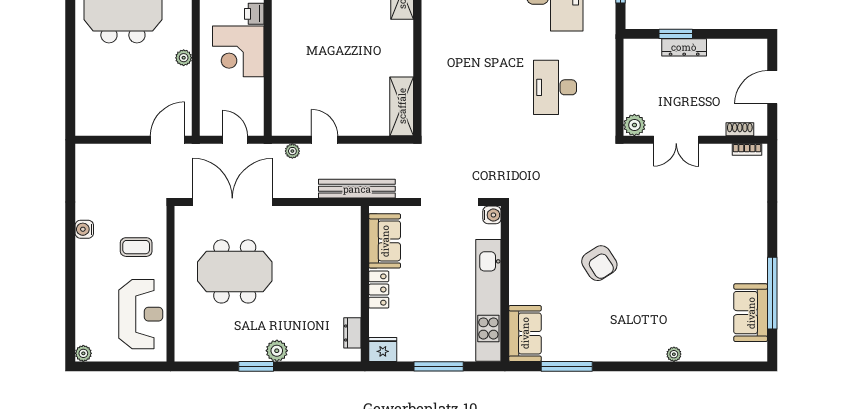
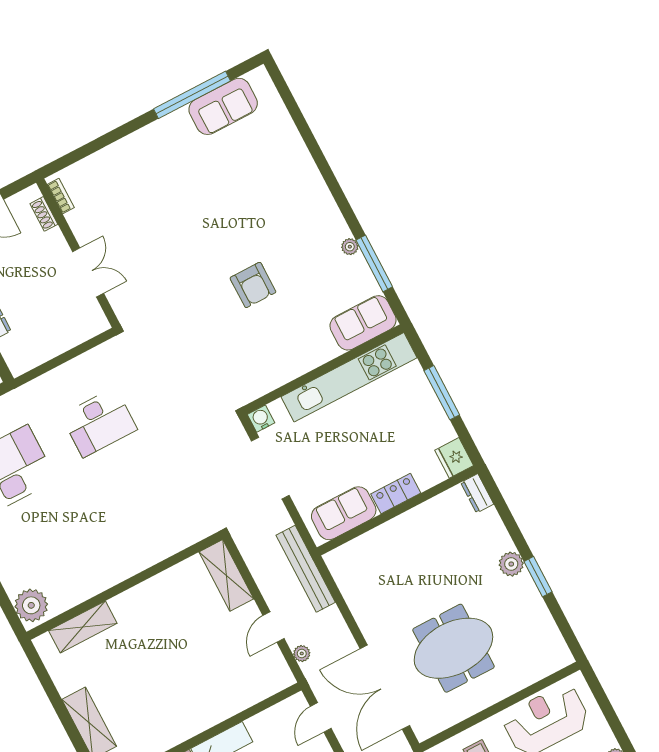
shelving: (402, 106) -> (226, 575), moved, turned 90
plant: (634, 125) -> (95, 322), removed
armchair: (599, 263) -> (253, 285), turned 123
meeting table: (235, 271) -> (453, 648), turned 90
dresser: (352, 333) -> (477, 493), moved, turned 90
plant: (674, 354) -> (350, 247), moved

